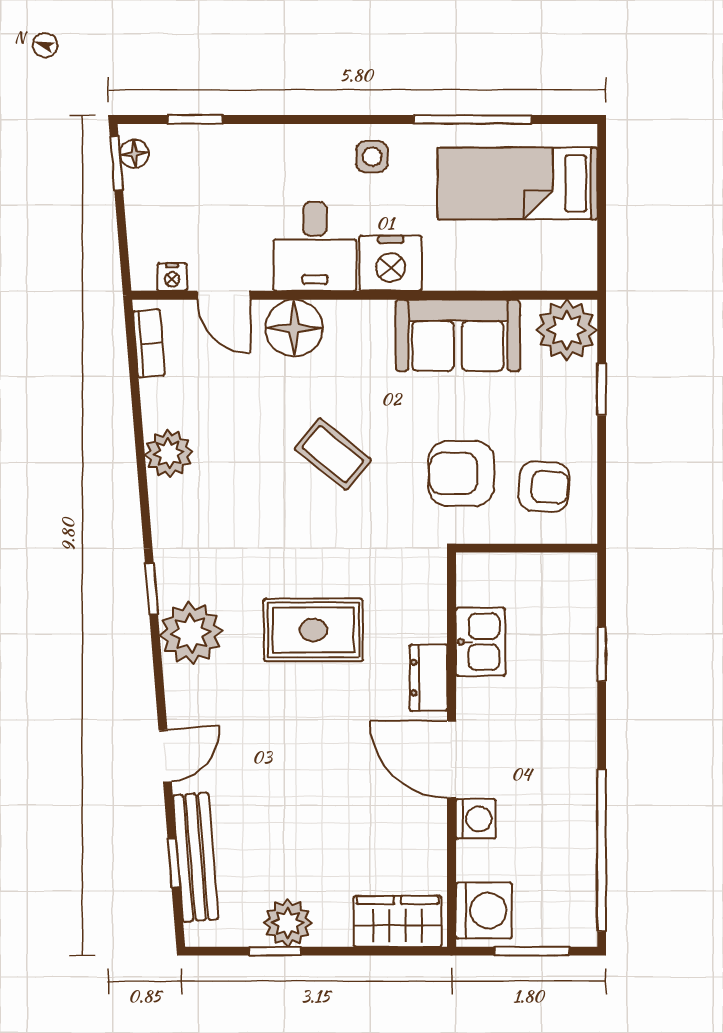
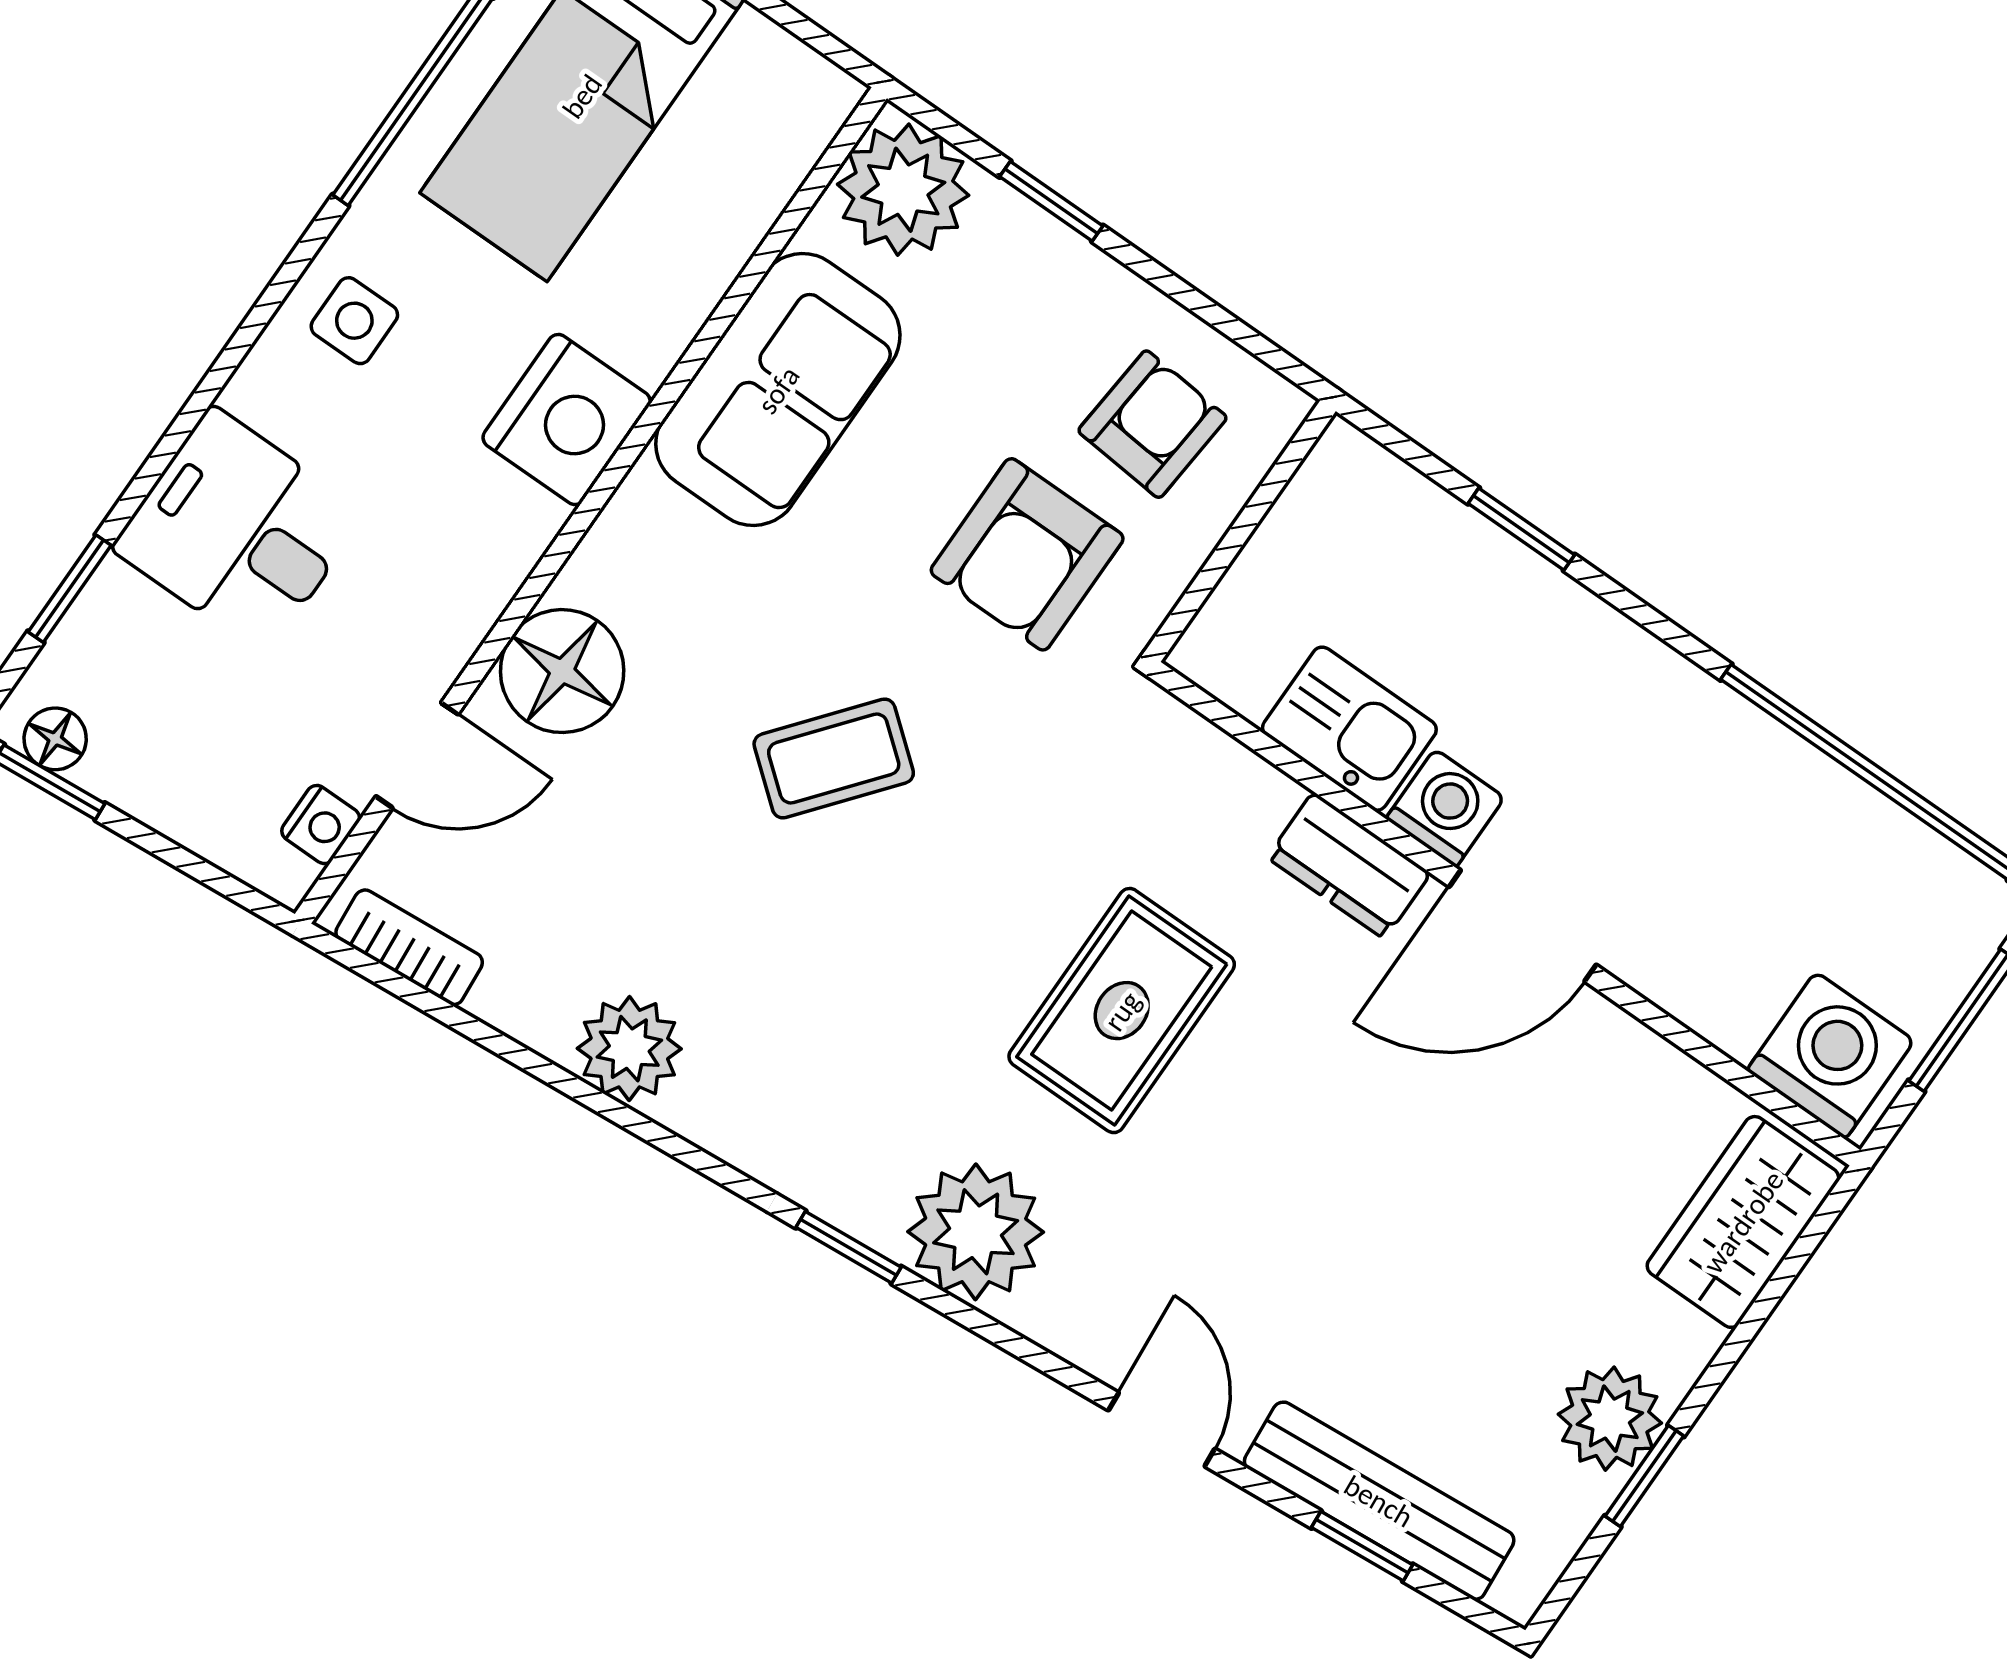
desk: (315, 246) -> (239, 531), moved, turned 180
washing machine: (476, 819) -> (1445, 808), moved

